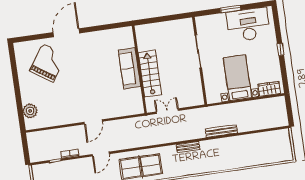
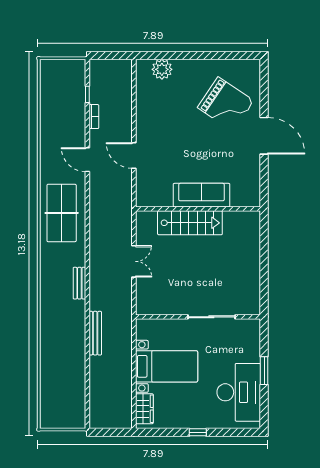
sofa: (129, 68) -> (201, 195), moved
wall: (139, 69) -> (198, 209), moved
stairs: (150, 74) -> (190, 223), moved

